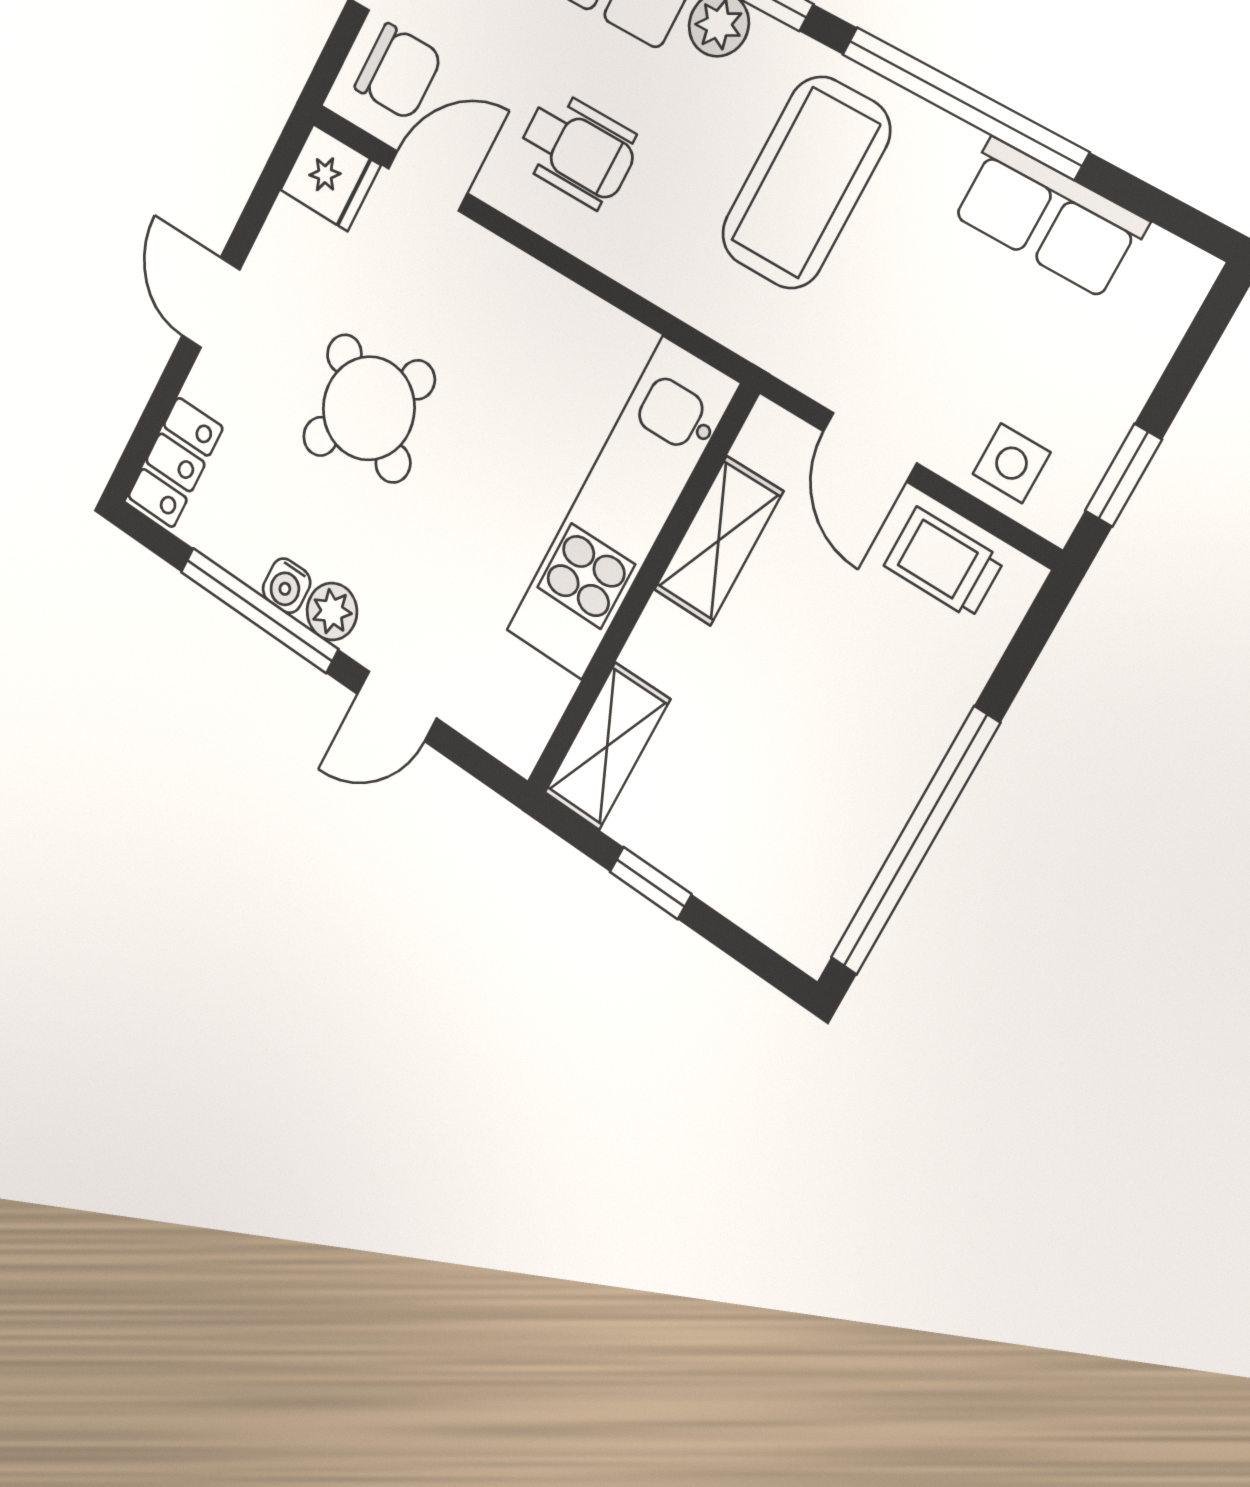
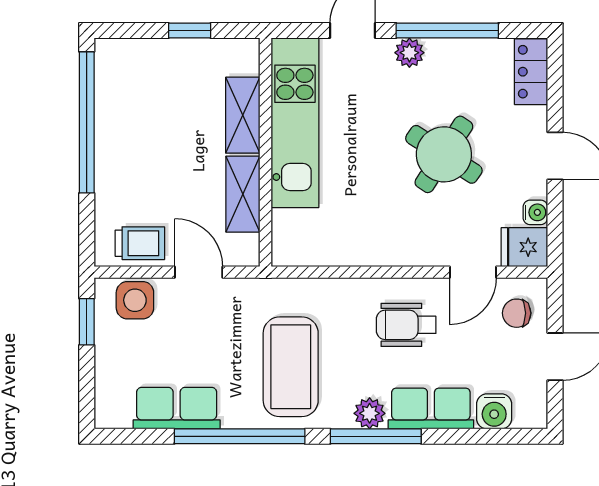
chair: (398, 72) -> (517, 313), width x0.73, depth x0.73
side table: (1011, 463) -> (135, 300), width x1.37, depth x1.37
kitchen unit: (622, 508) -> (295, 123), moved
water cooler: (287, 586) -> (535, 212), moved, turned 90
shelving: (607, 746) -> (243, 115), moved

